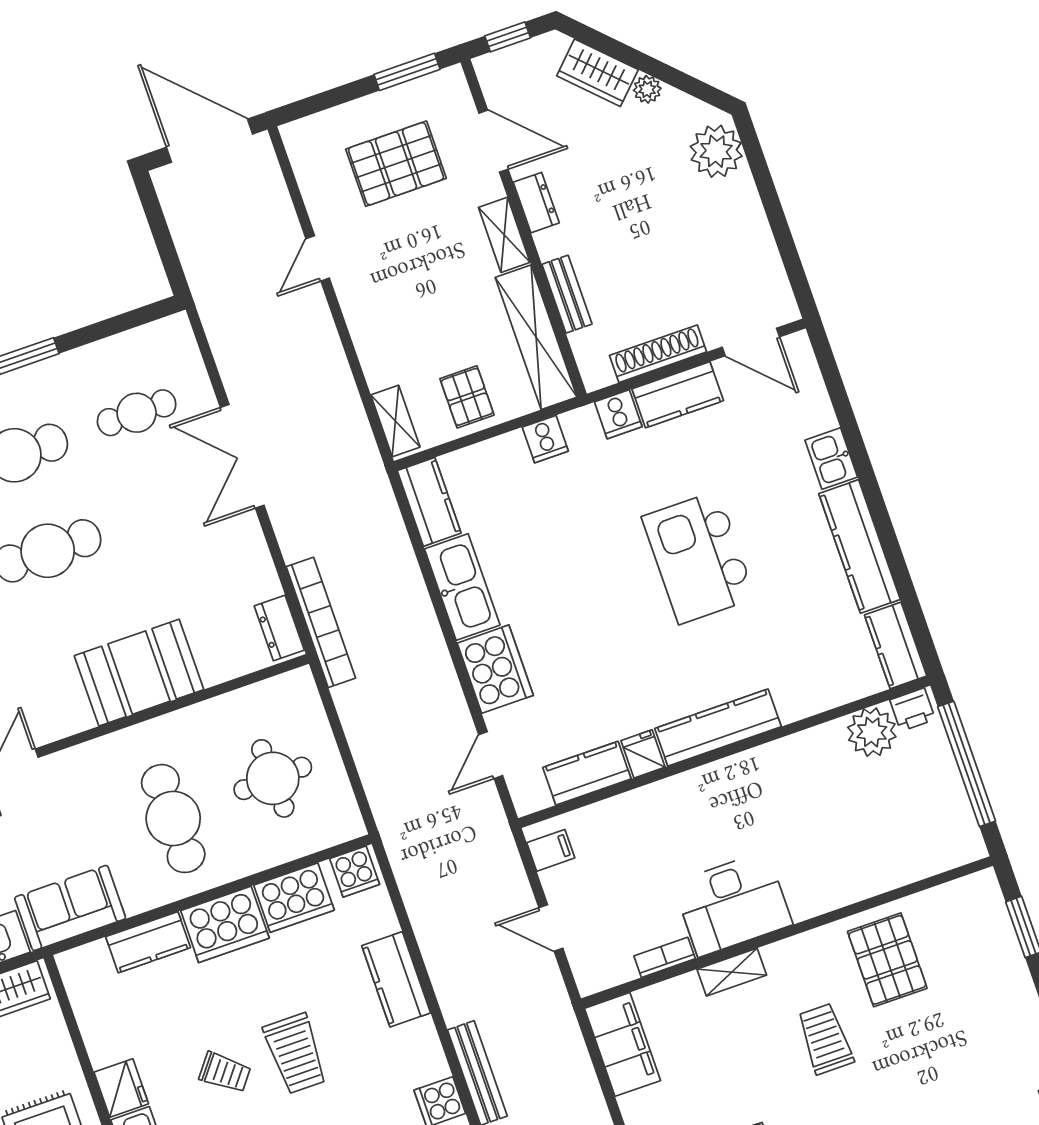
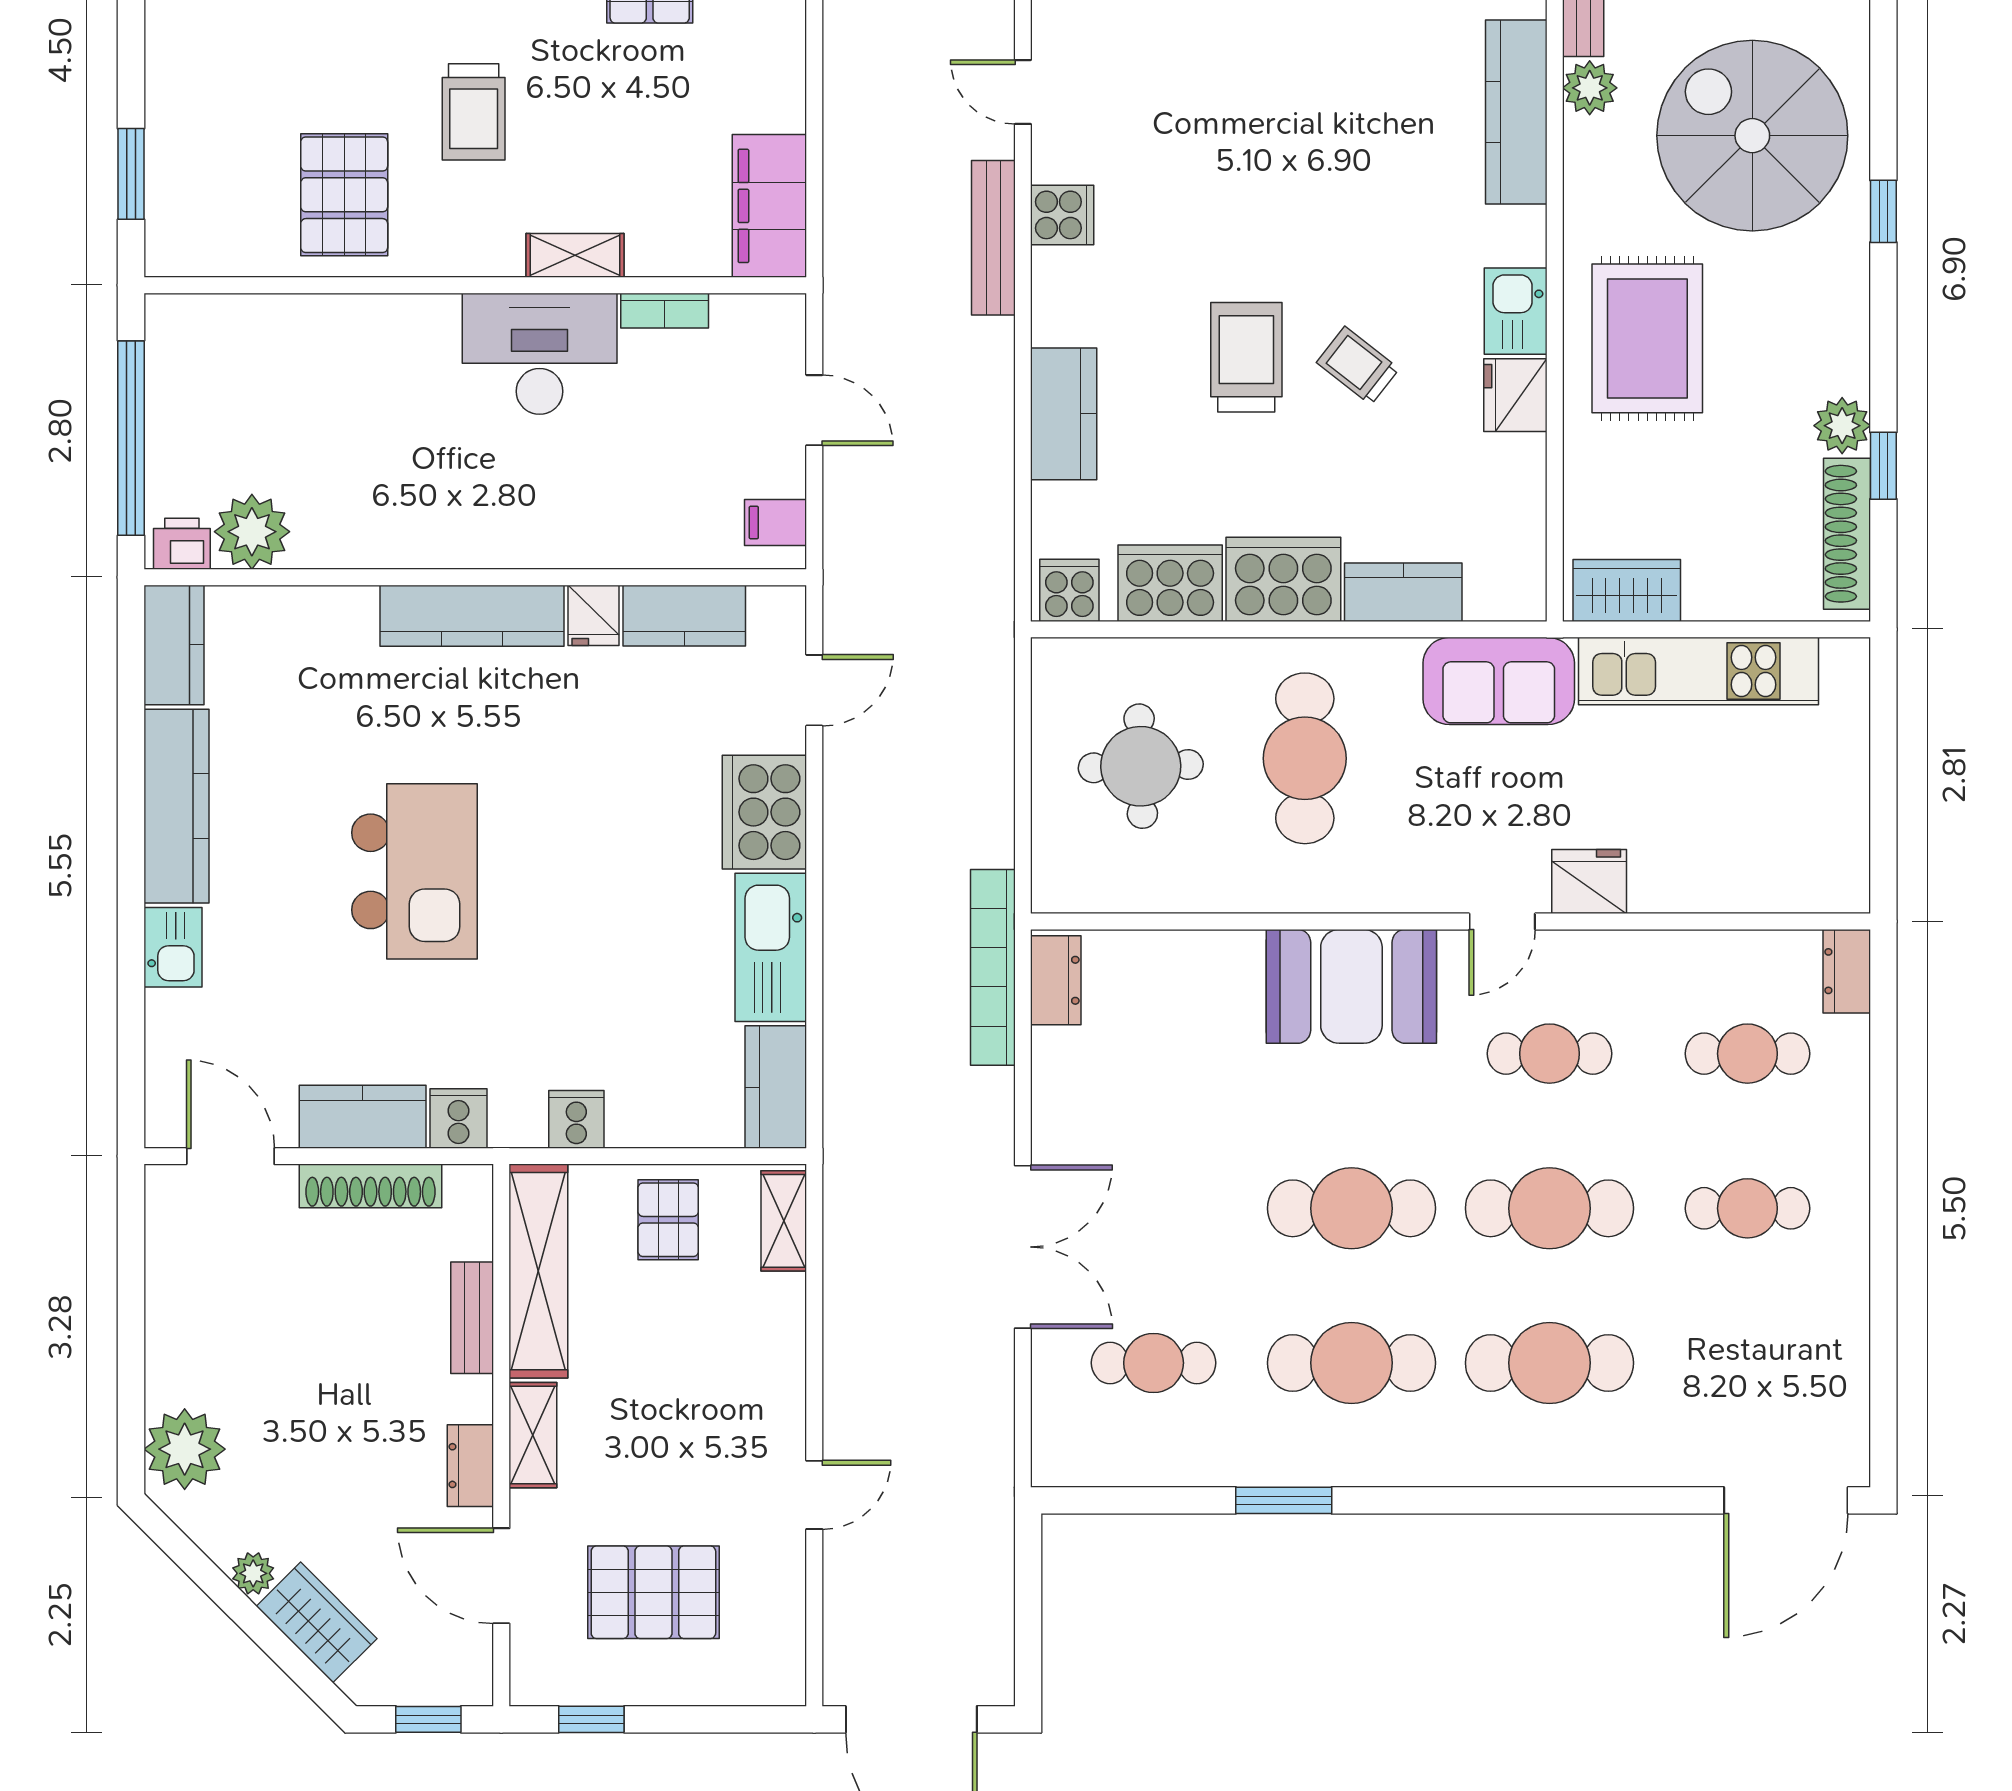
window: (407, 72) -> (591, 1719), width x0.67
booth: (139, 673) -> (1351, 986), moved

